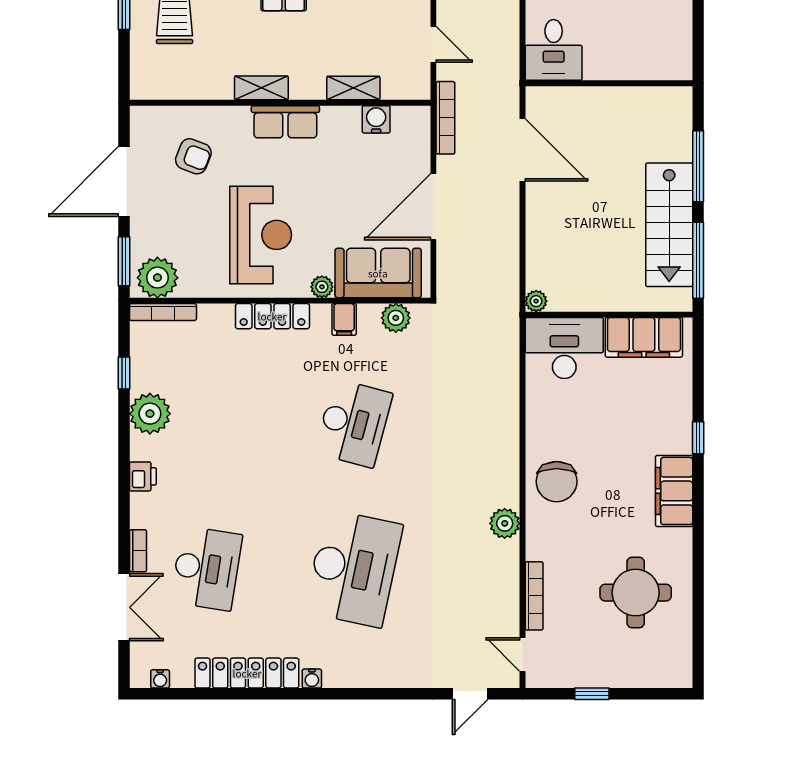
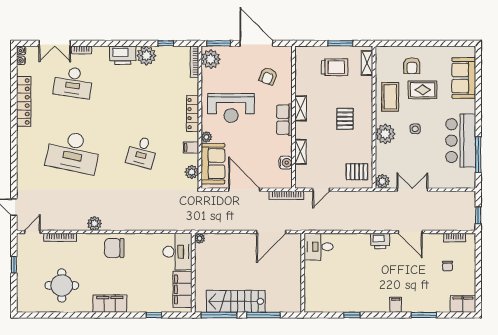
desk: (354, 423) -> (142, 152), width x0.73
window: (698, 438) -> (154, 315), moved
printer: (143, 476) -> (123, 55), width x1.87, depth x1.48
water cooler: (312, 679) -> (21, 50), moved

